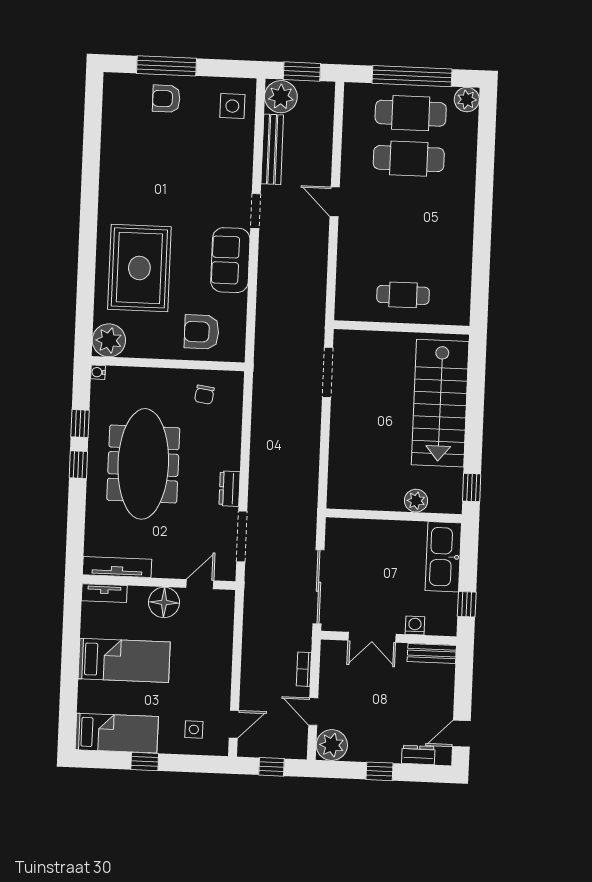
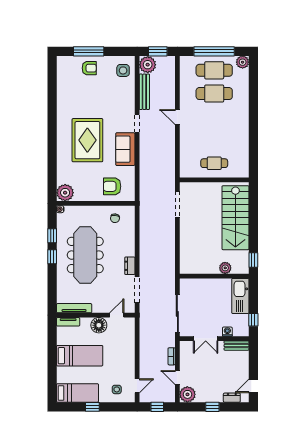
armchair: (166, 99) -> (89, 68), turned 180
rug: (139, 268) -> (87, 140), moved

